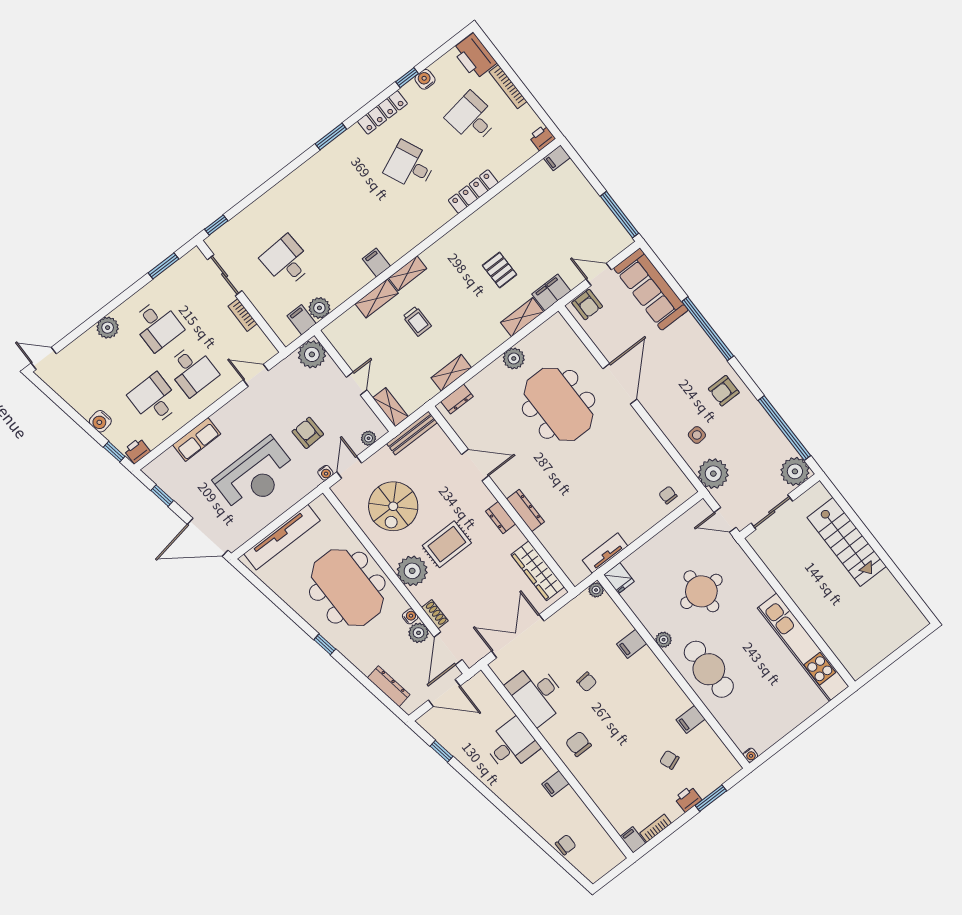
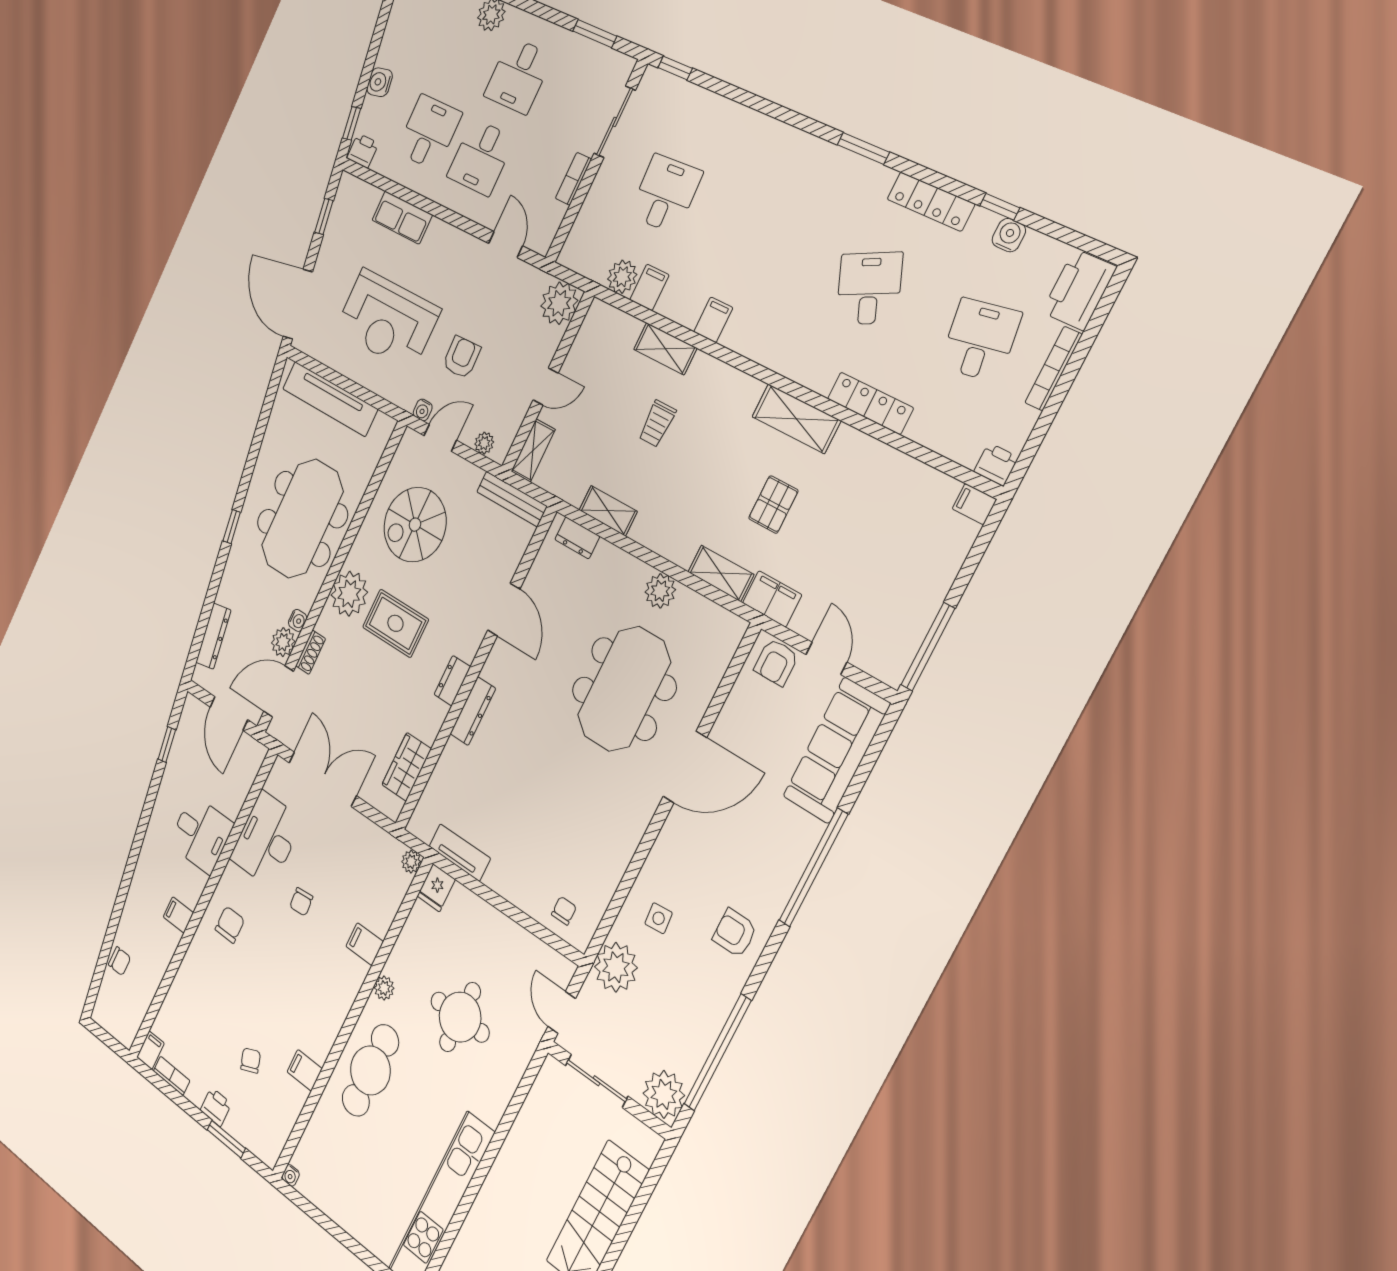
shelving: (408, 273) -> (796, 419), moved, width x1.50, depth x1.33
filing cabinet: (302, 320) -> (649, 287), moved
wardrobe: (538, 571) -> (407, 767), width x0.67

